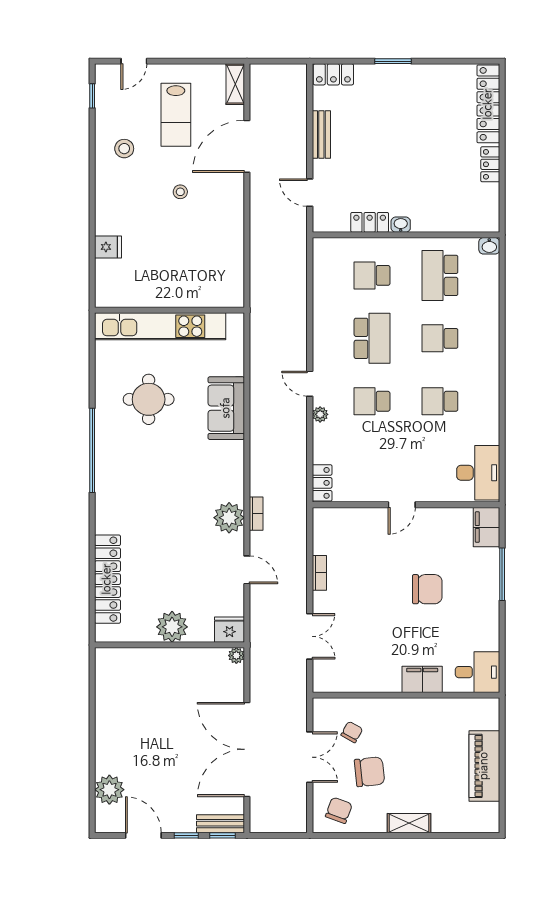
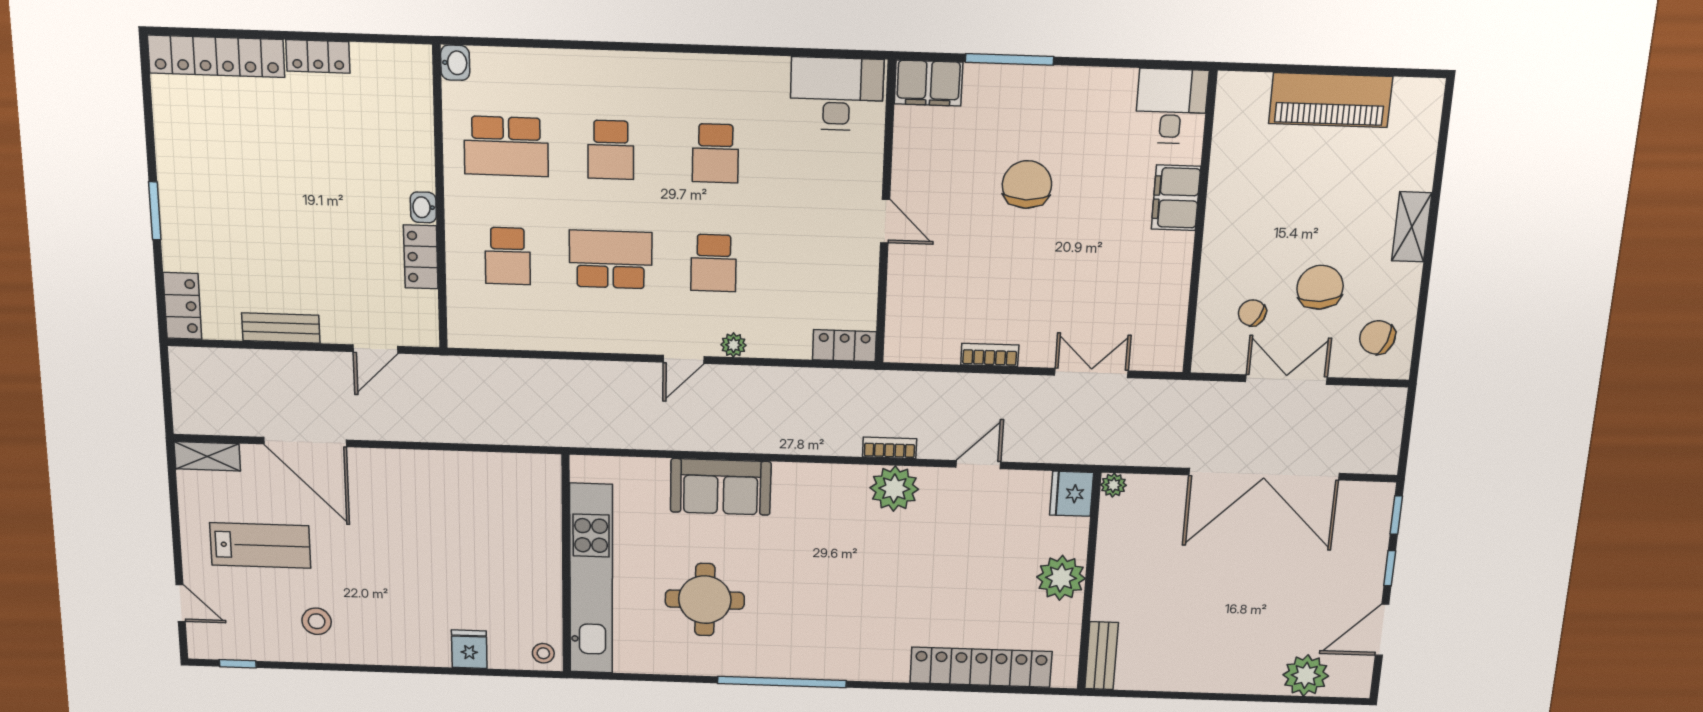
stool: (180, 192) -> (543, 653), moved
bench: (221, 824) -> (1101, 656), moved

